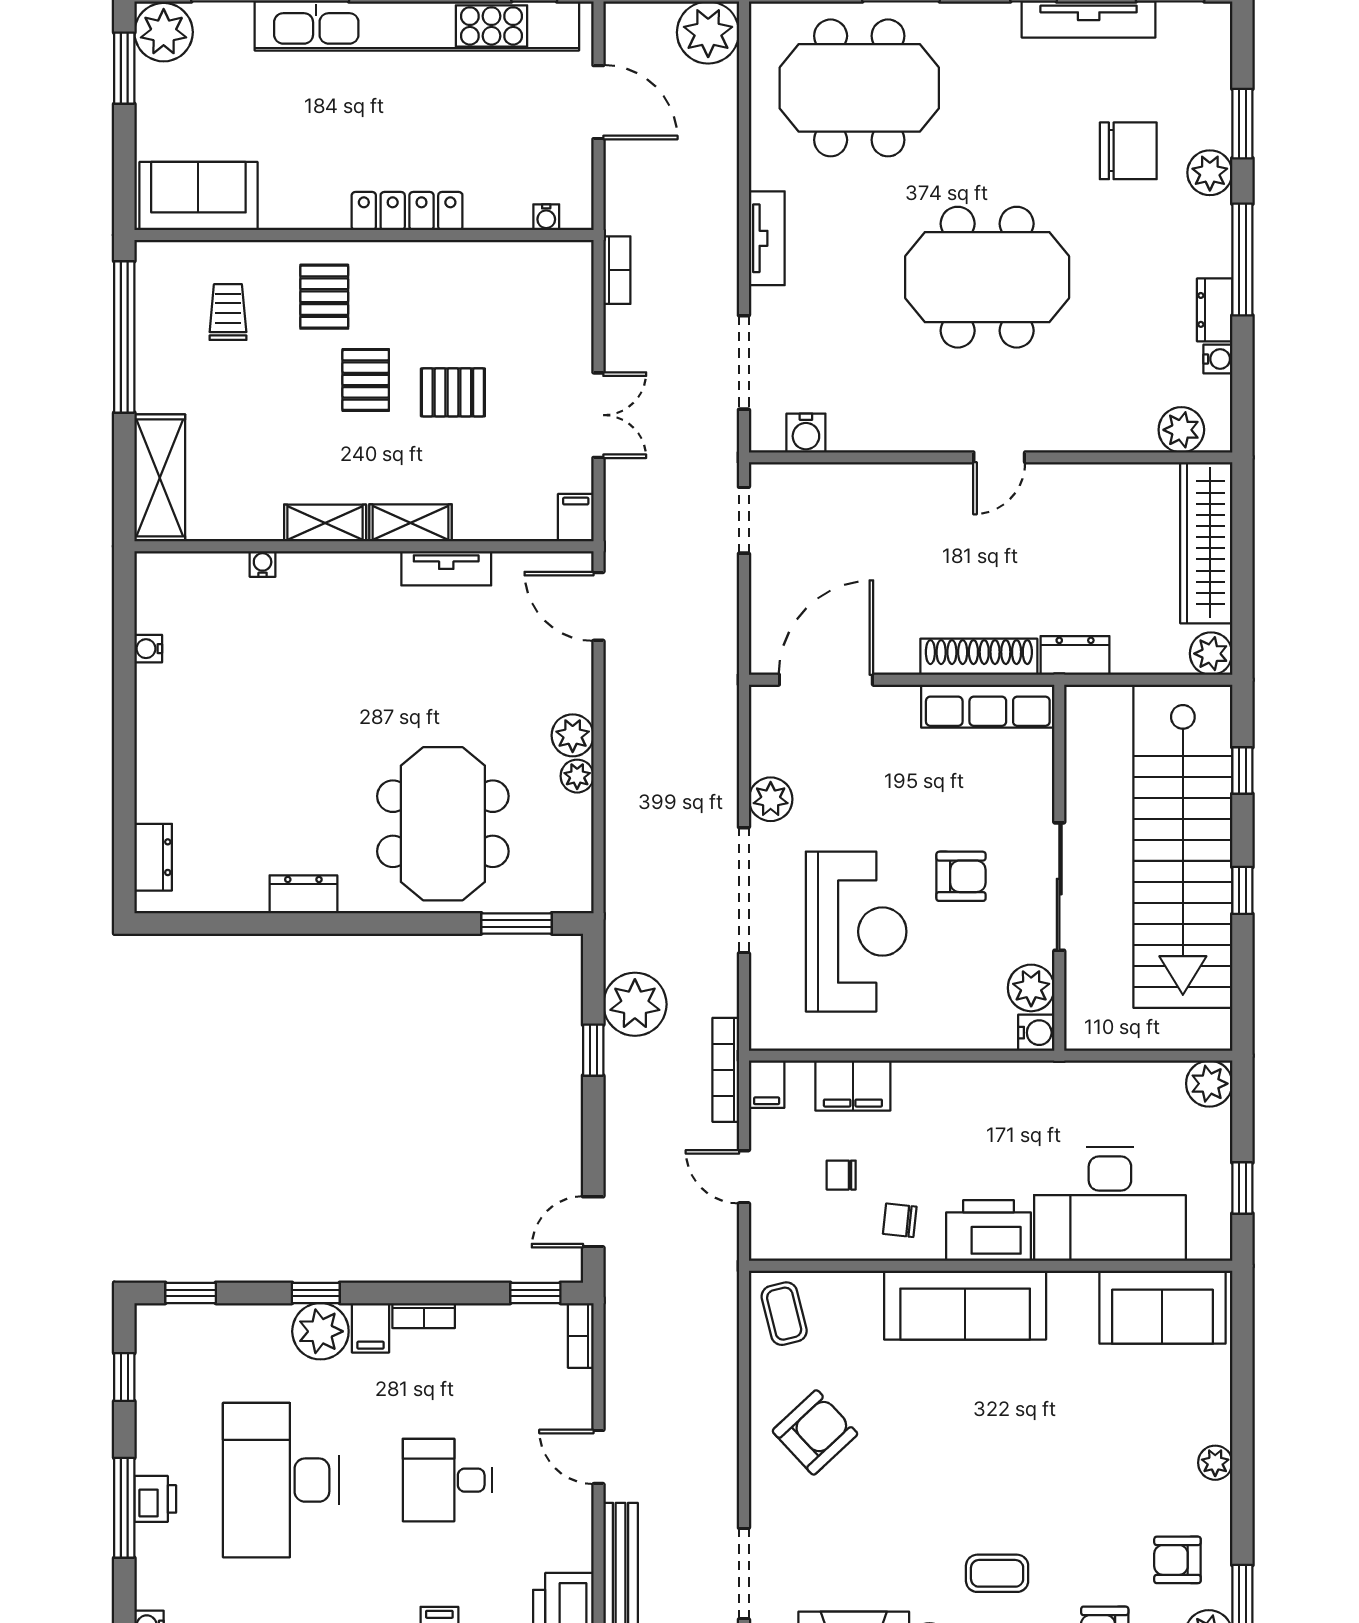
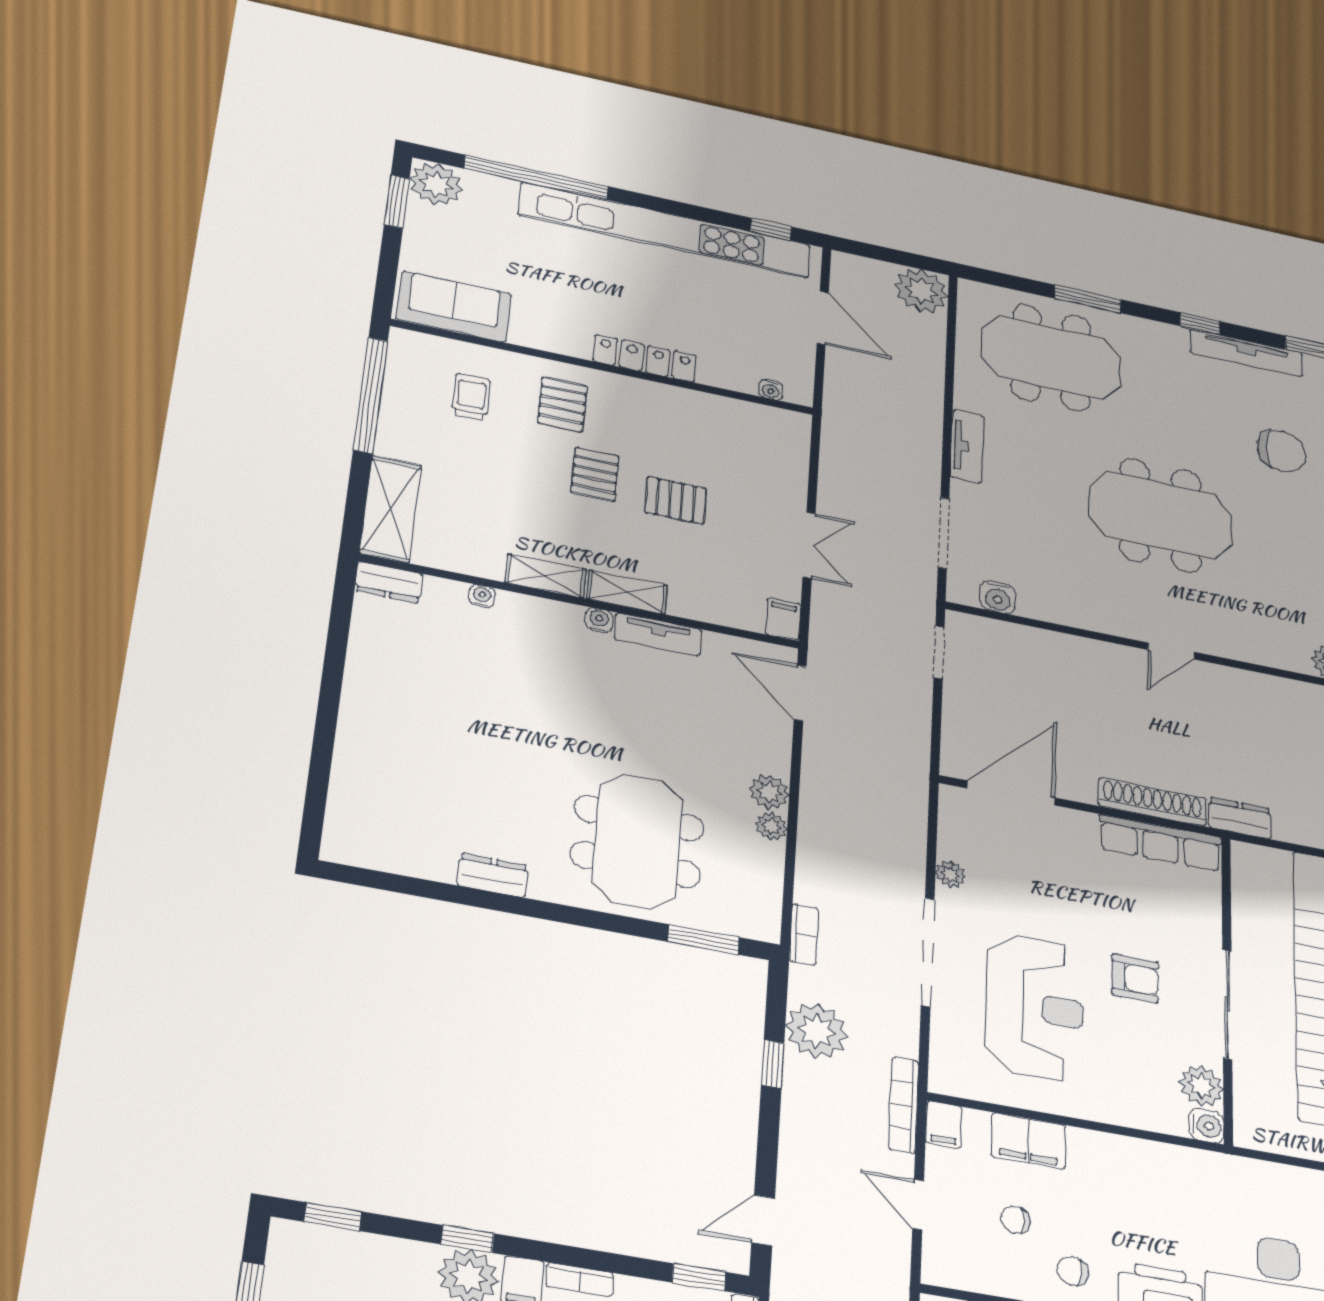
bookcase: (617, 270) -> (804, 935), moved
water cooler: (148, 649) -> (599, 620), moved, turned 90
plant: (771, 799) -> (950, 874), width x0.73, depth x0.73
dresser: (153, 857) -> (389, 582), moved, turned 90

